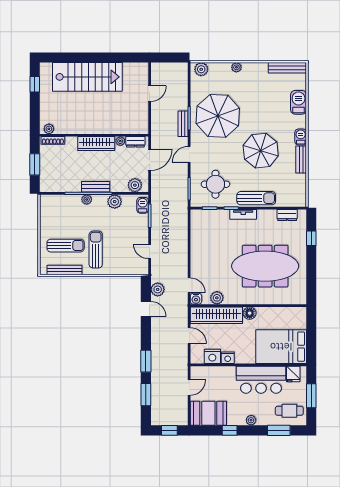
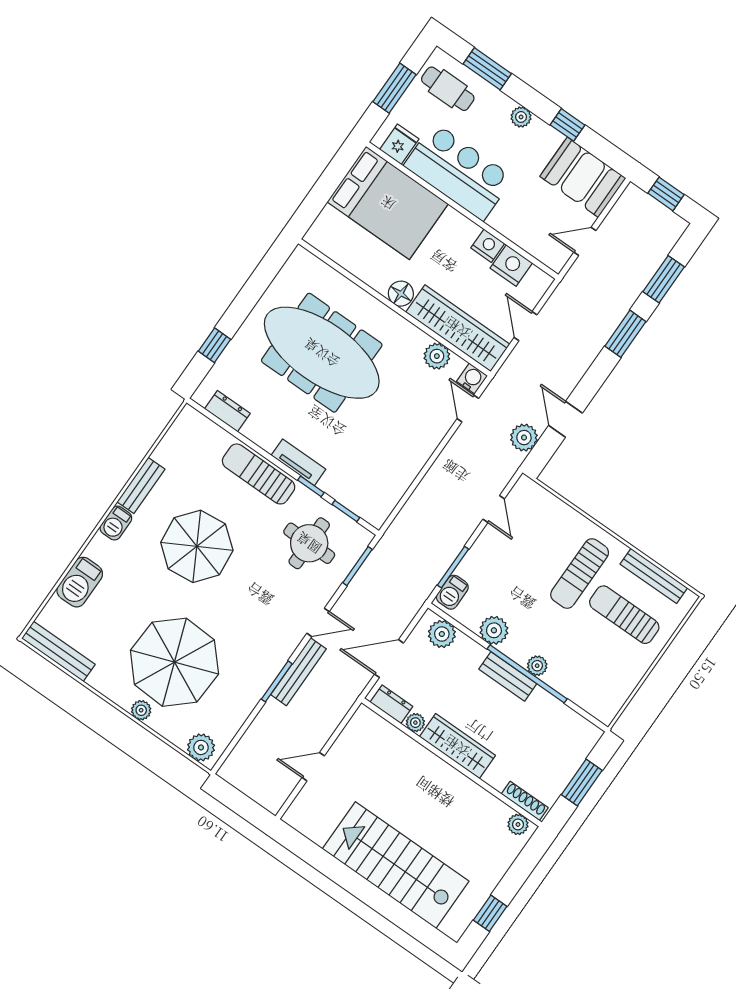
parasol: (218, 116) -> (174, 662), moved
bench: (183, 124) -> (298, 672), width x1.36

